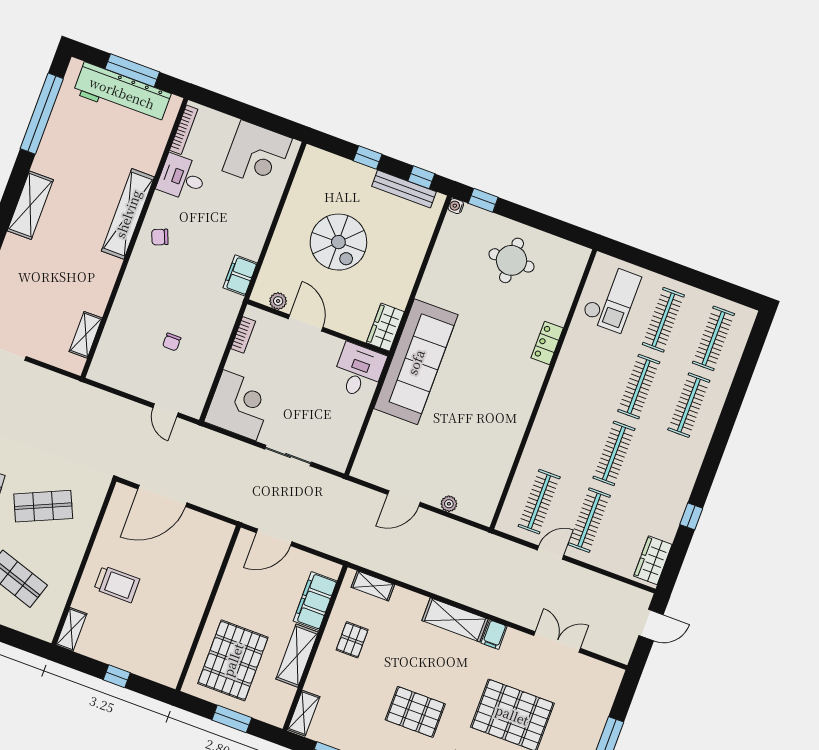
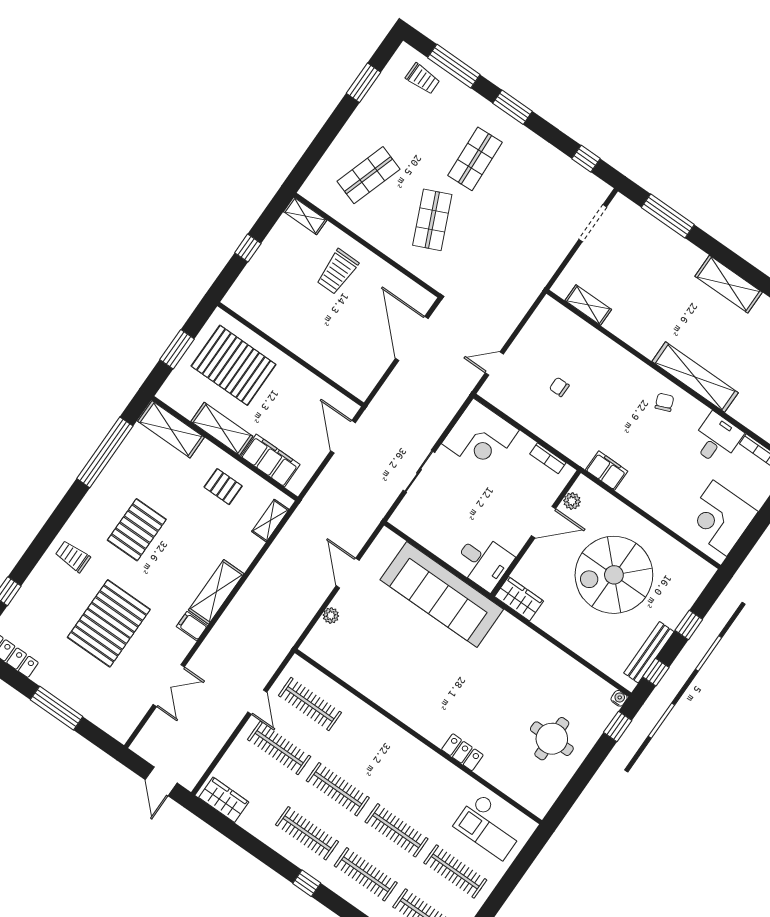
spiral stairs: (338, 242) -> (614, 575), width x1.37, depth x1.37
sofa: (416, 362) -> (442, 595), moved
clothes rail: (664, 472) -> (307, 833), added
window: (691, 516) -> (307, 883), moved
shelving: (304, 713) -> (171, 429), width x1.50, depth x1.33

